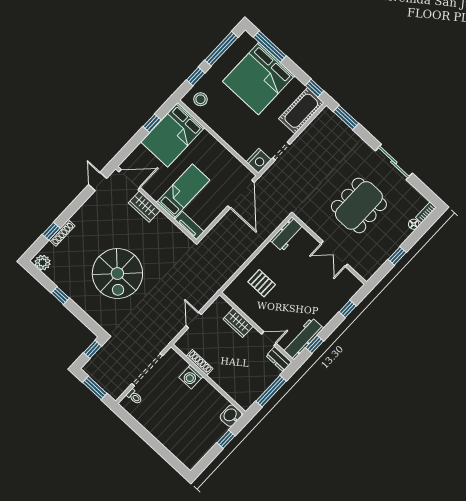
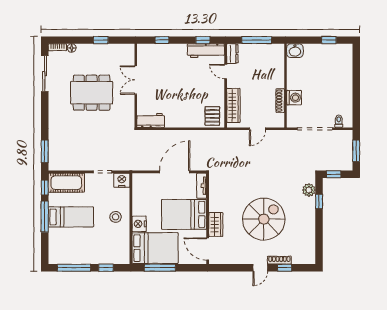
window: (270, 46) -> (45, 217), moved
bed: (259, 78) -> (71, 217), width x0.49
stool: (201, 99) -> (116, 217), moved
window: (152, 123) -> (160, 268), width x2.17
nightstand: (207, 141) -> (139, 224), added
sliding door: (394, 162) -> (45, 74), moved
door: (98, 181) -> (260, 268), moved
bed: (183, 191) -> (184, 214), width x1.50
door: (241, 194) -> (175, 172), moved
double door: (334, 254) -> (136, 80), swing flipped
plant: (43, 263) -> (309, 190), moved
spiral stairs: (117, 274) -> (264, 219), moved
pallet: (262, 283) -> (212, 116), moved
window: (60, 296) -> (319, 201), moved
wardrobe: (238, 323) -> (233, 105), width x1.50
window: (226, 439) -> (329, 40), moved

